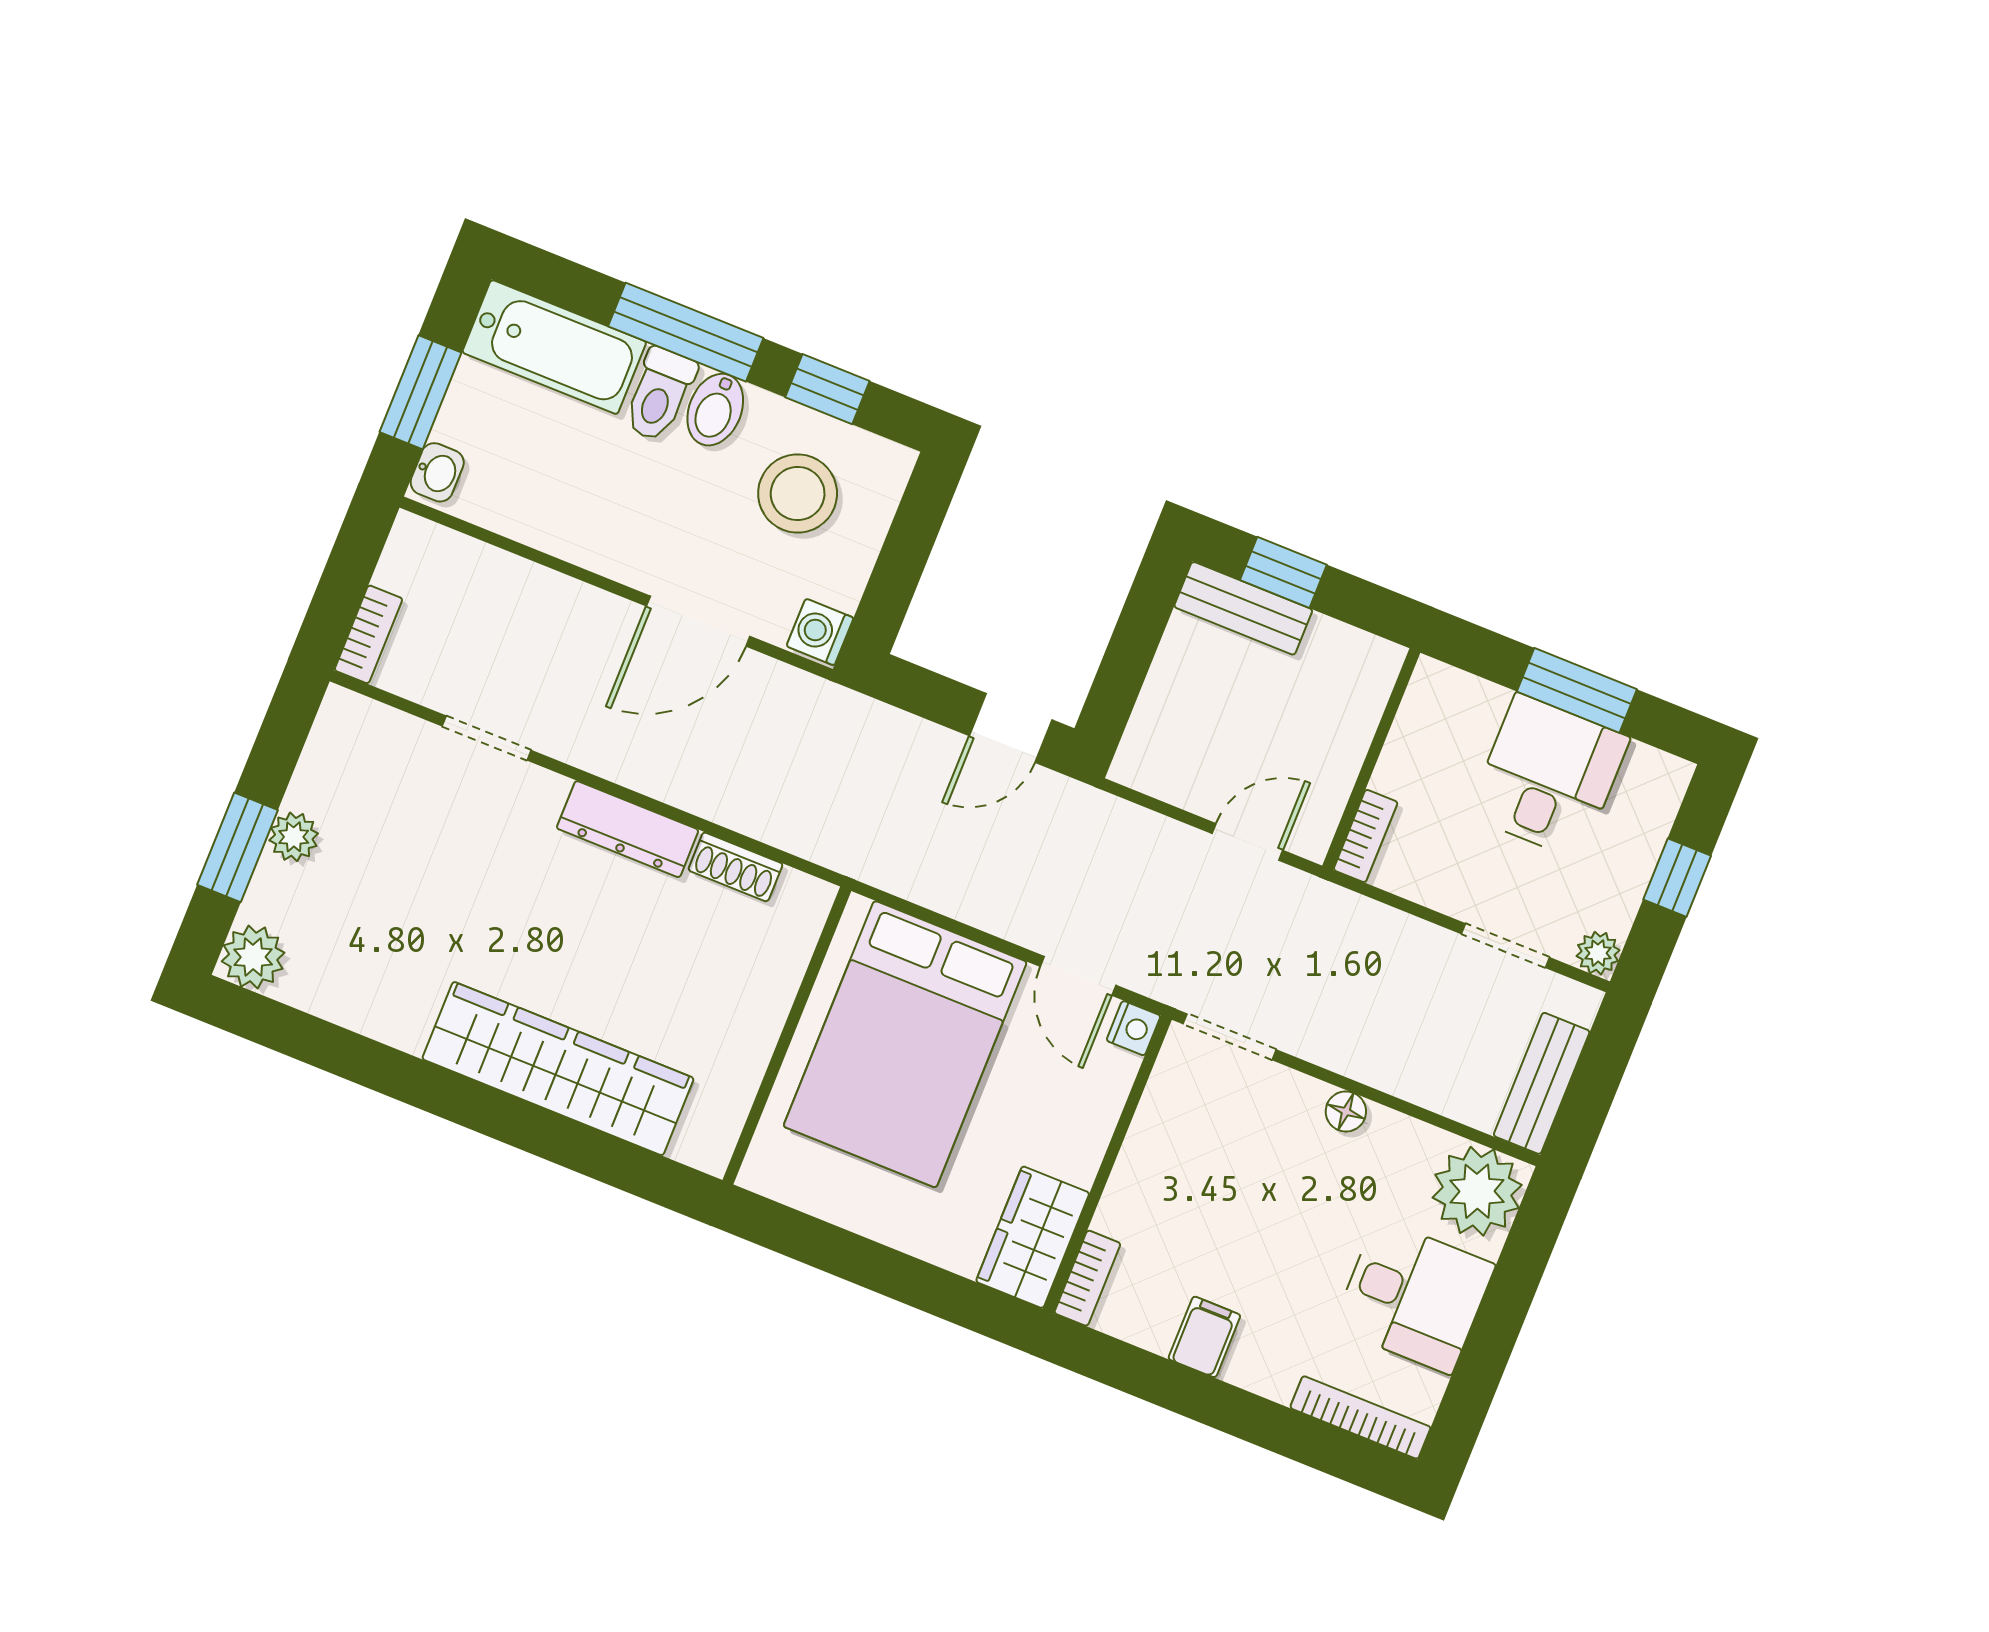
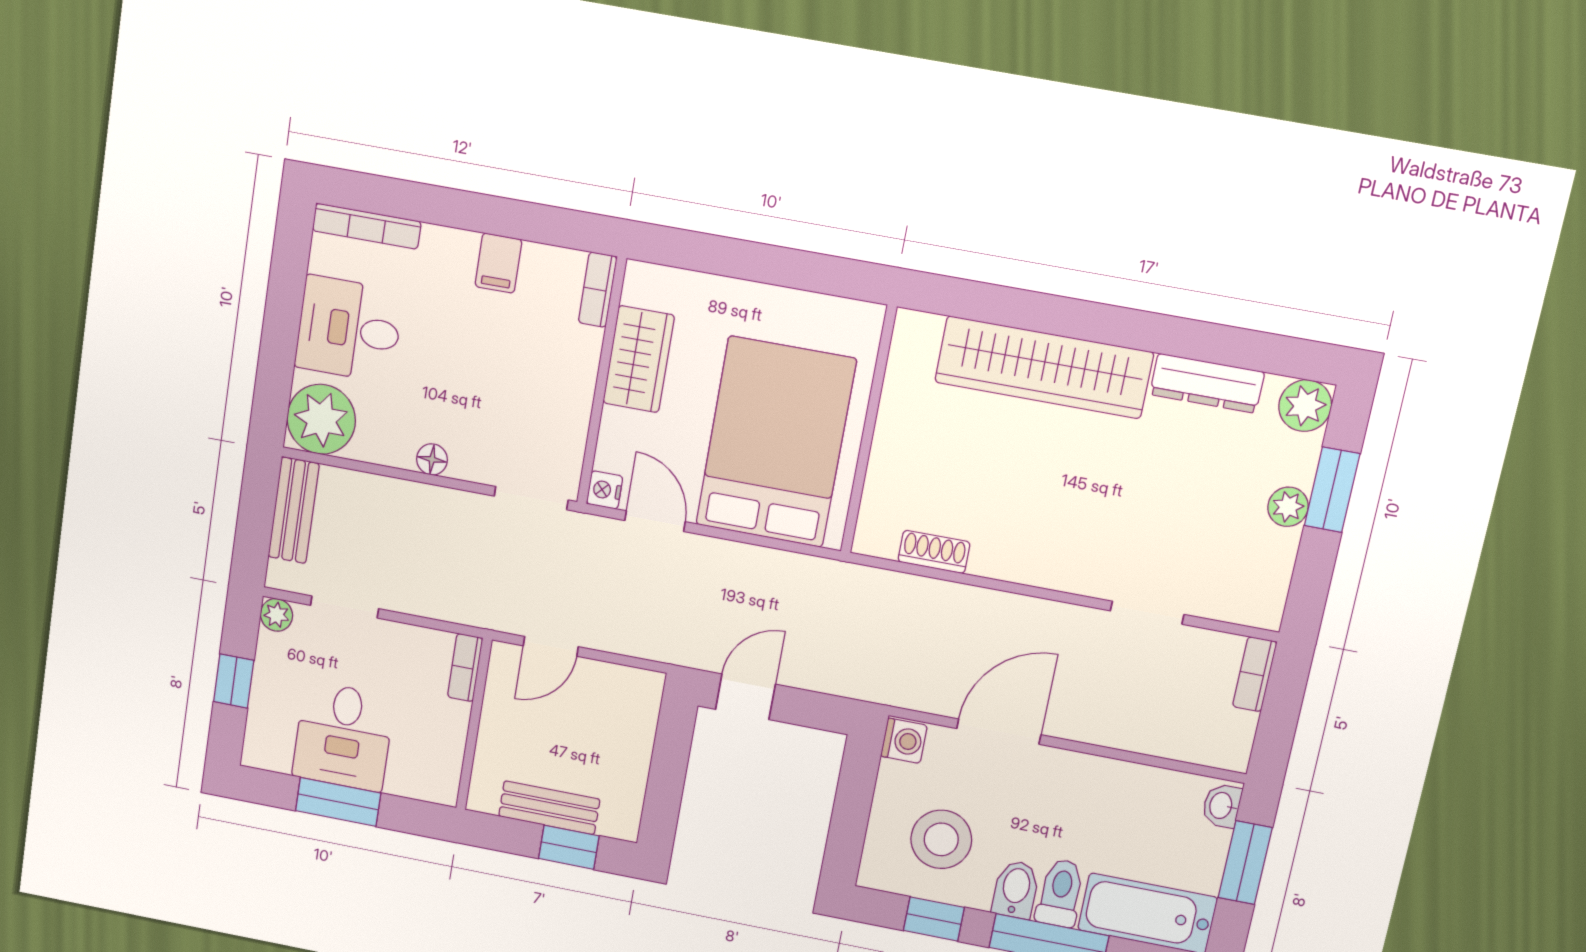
bench: (1243, 608) -> (549, 808), moved
dresser: (628, 829) -> (1207, 383), moved, turned 180
wardrobe: (1033, 1237) -> (639, 359), moved

